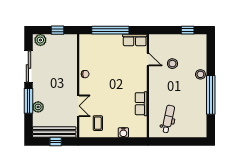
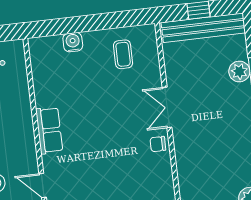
row of seats: (141, 104) -> (49, 130), moved
double door: (78, 106) -> (167, 107), moved

